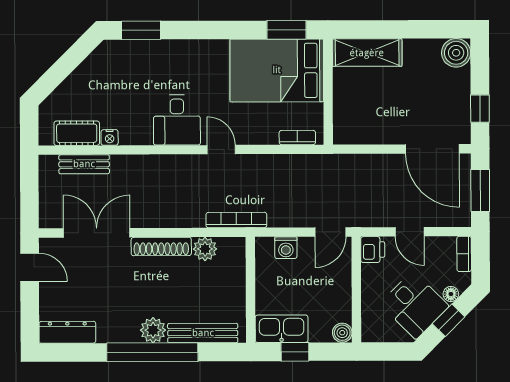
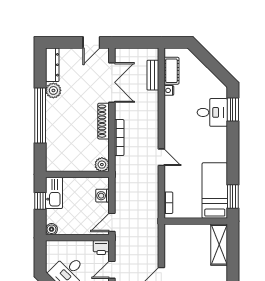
bed: (277, 70) -> (215, 191), width x0.67
desk: (177, 120) -> (212, 112), moved, turned 180
door: (221, 150) -> (161, 157), hinge flipped
bookcase: (236, 220) -> (119, 138), moved
door: (330, 232) -> (112, 222), hinge flipped
plant: (205, 249) -> (102, 165), moved
plant: (153, 330) -> (53, 90), moved
bench: (203, 333) -> (52, 146), removed

